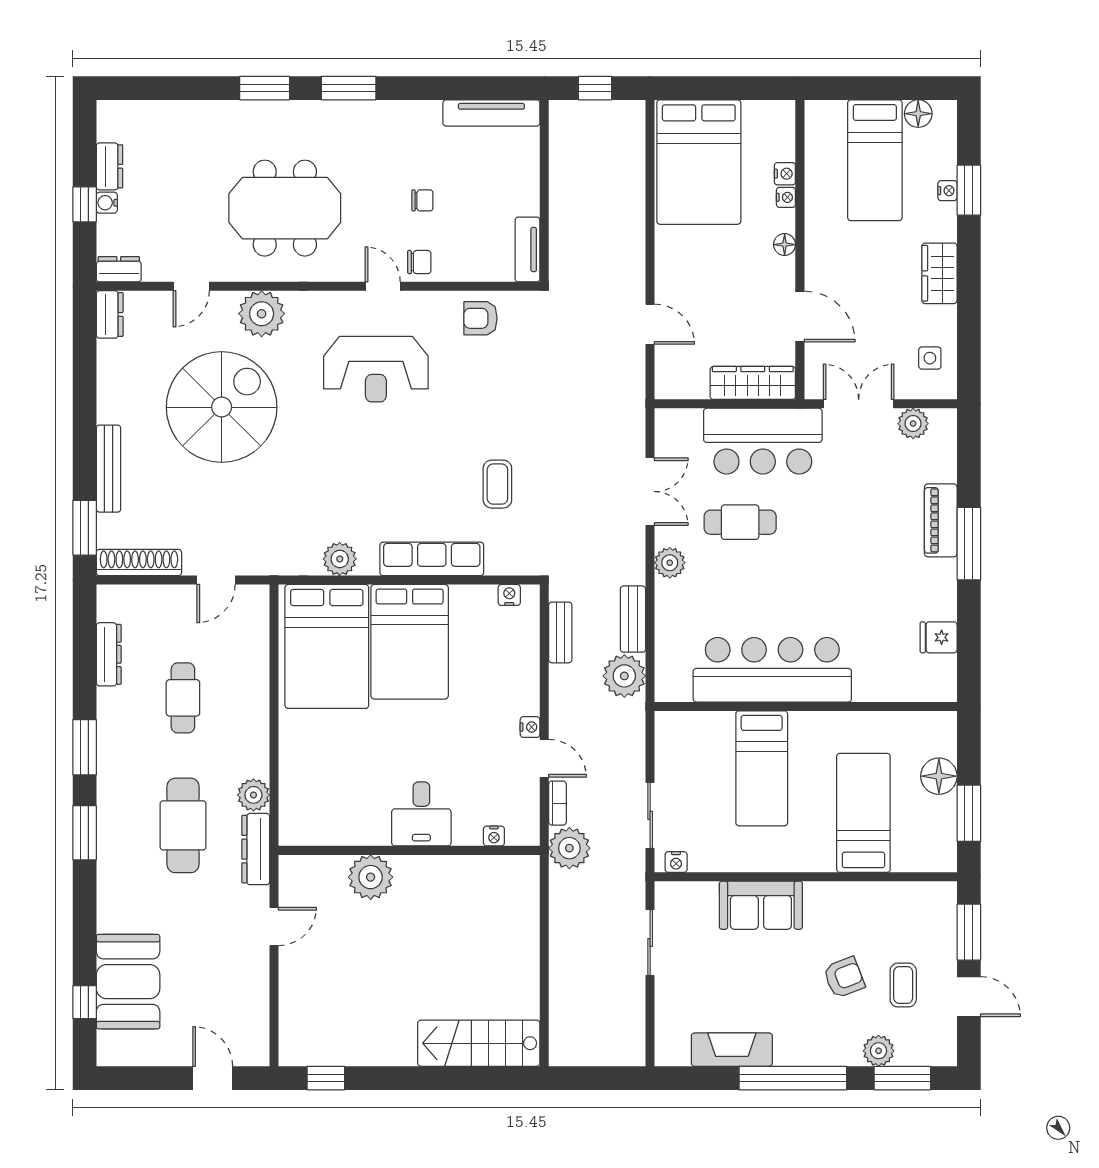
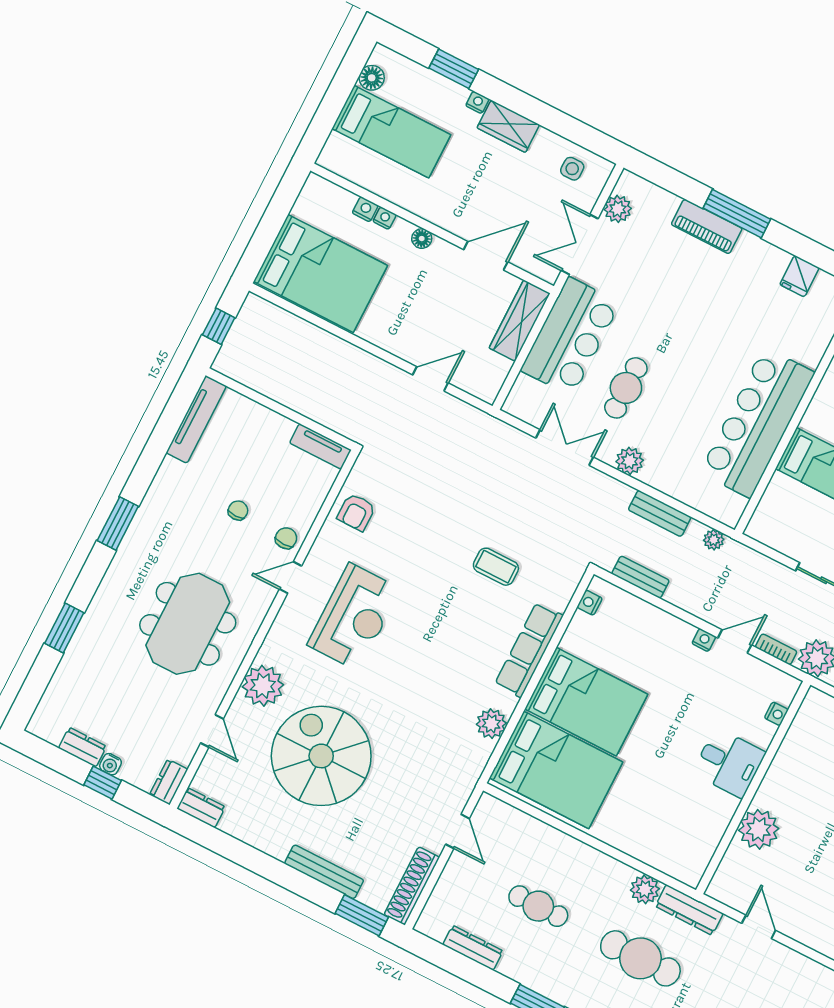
window: (265, 88) -> (64, 628), moved
nightstand: (947, 191) -> (477, 102), moved
plant: (624, 676) -> (714, 540), width x0.53, depth x0.53

